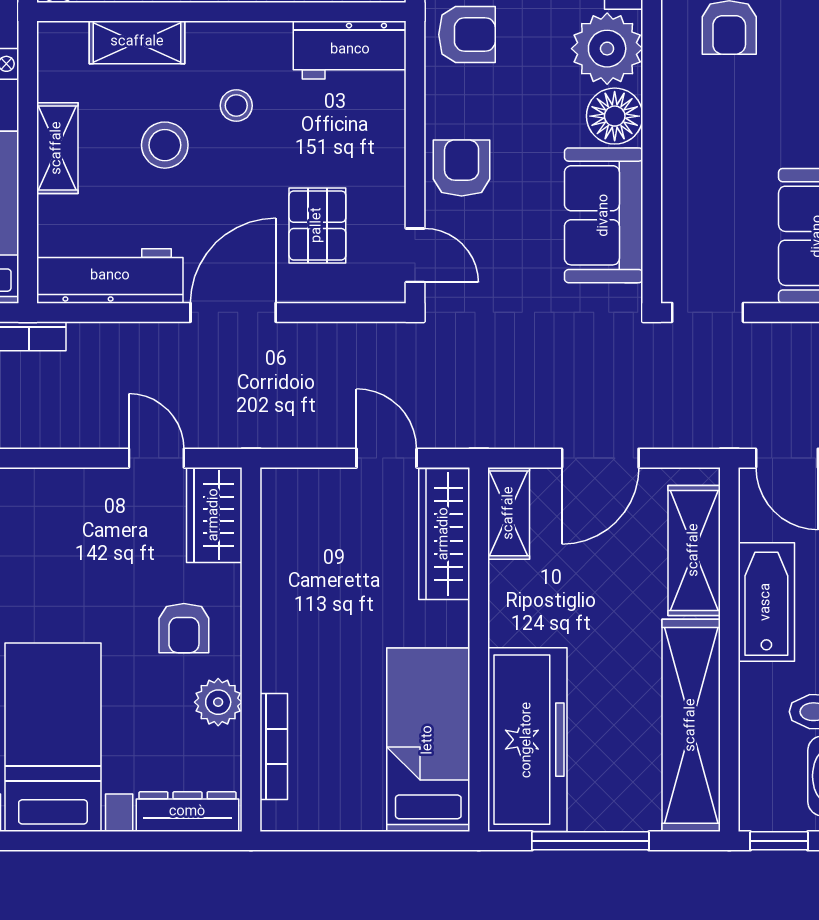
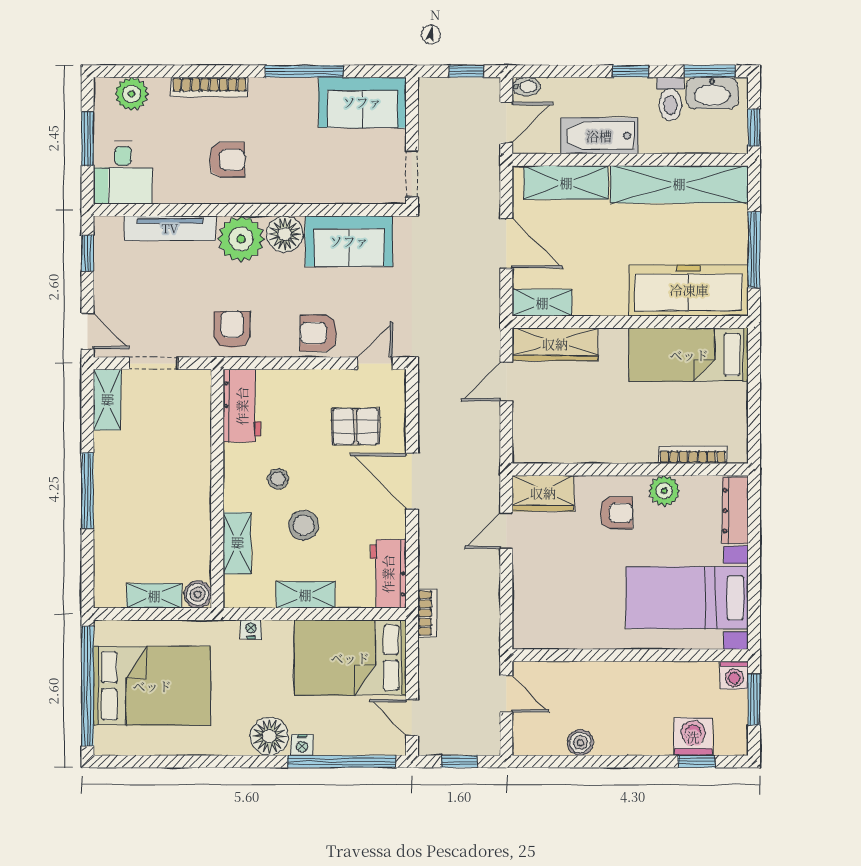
workbench: (110, 276) -> (388, 574), width x0.73

